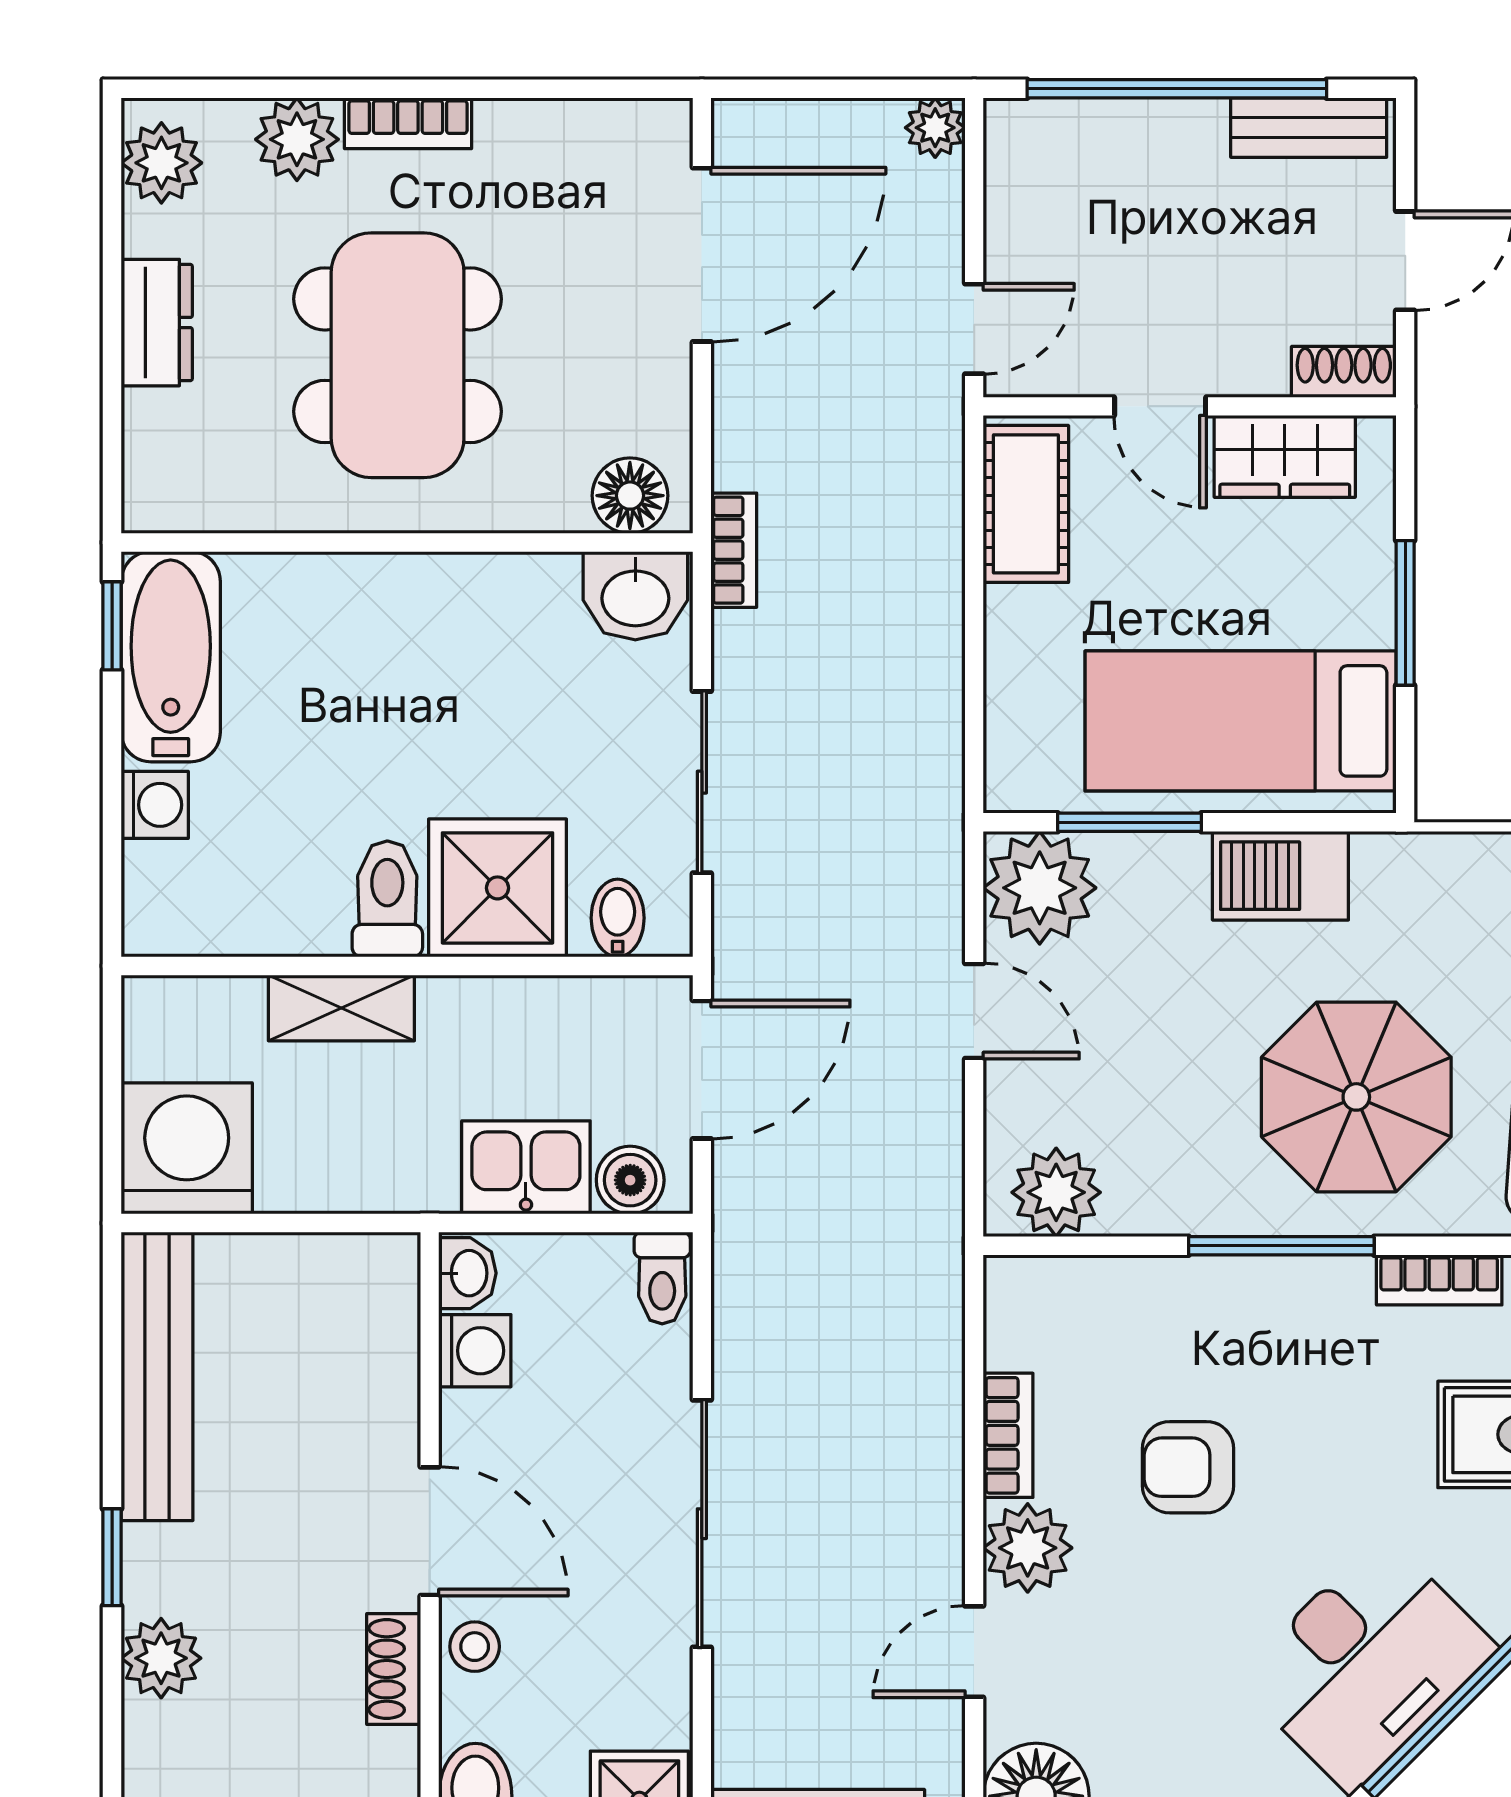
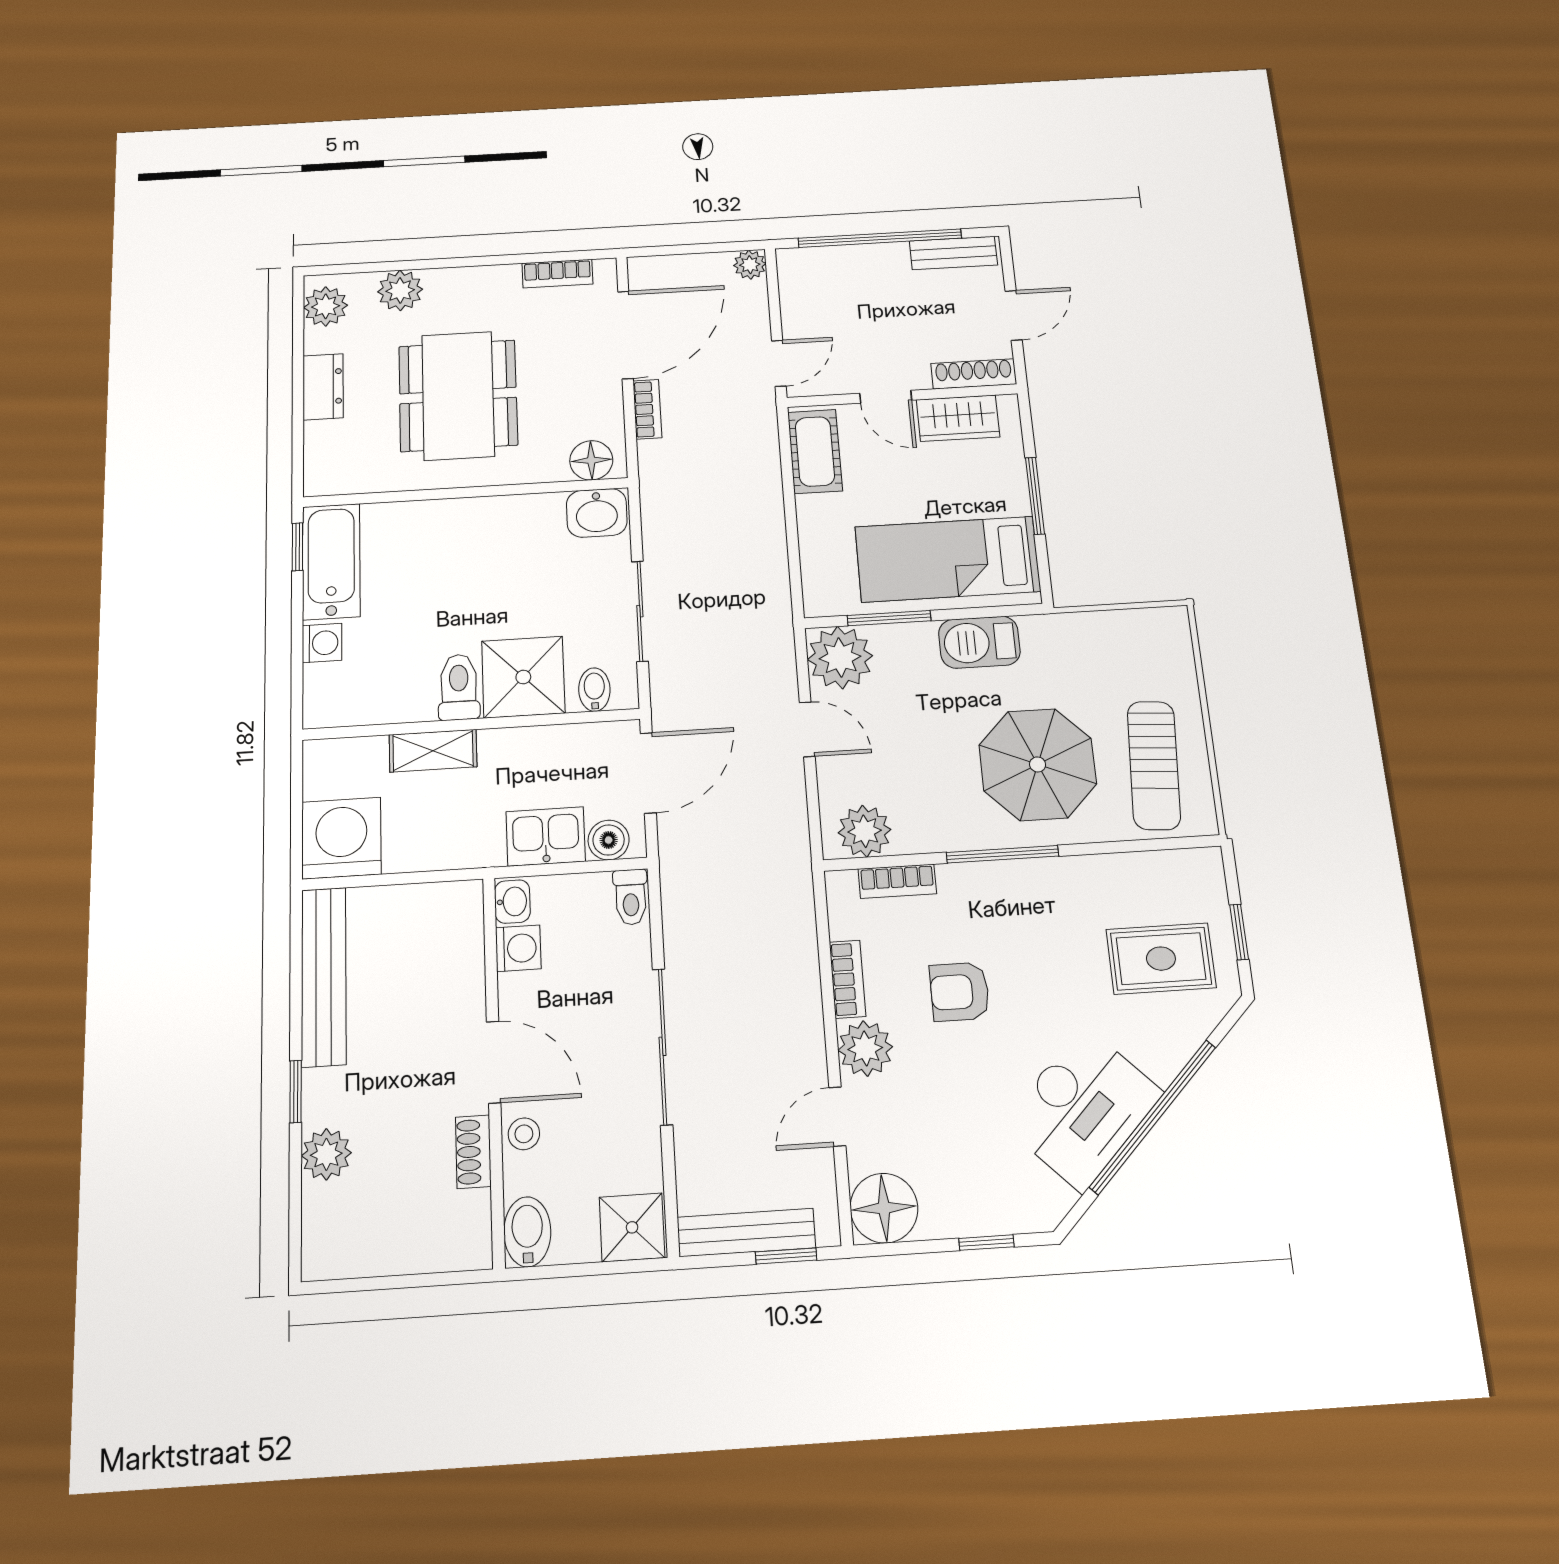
bookcase: (408, 123) -> (557, 274), moved
shoe rack: (1344, 372) -> (974, 374), width x1.43
bookcase: (734, 550) -> (647, 409), moved
bookcase: (1439, 1280) -> (897, 881), moved

